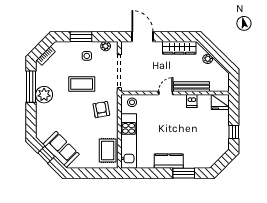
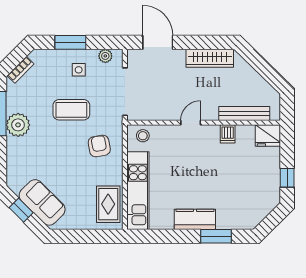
plant: (208, 59) -> (250, 74), removed
bench: (191, 87) -> (244, 113), moved

